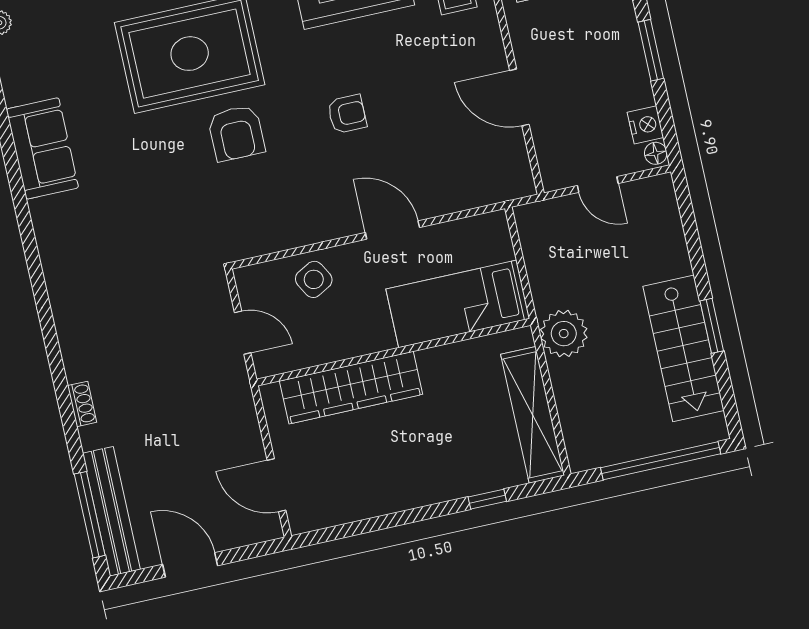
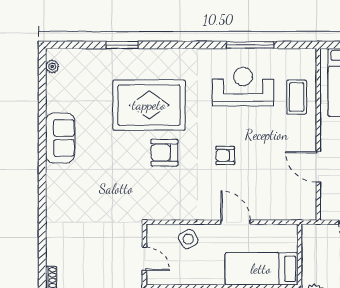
armchair: (347, 114) -> (225, 155), turned 180
armchair: (236, 133) -> (164, 153), turned 90

